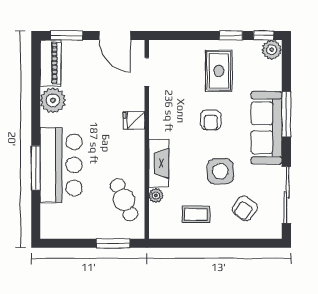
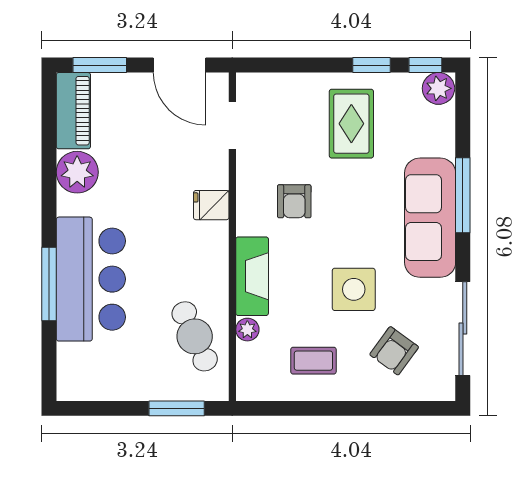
armchair: (211, 120) -> (294, 201), moved

